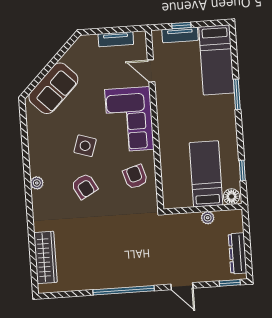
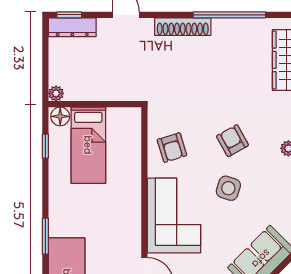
plant: (208, 218) -> (56, 93), moved
dresser: (238, 253) -> (72, 27), moved, turned 90
shoe rack: (133, 280) -> (183, 27), added
window: (124, 290) -> (229, 15), moved

